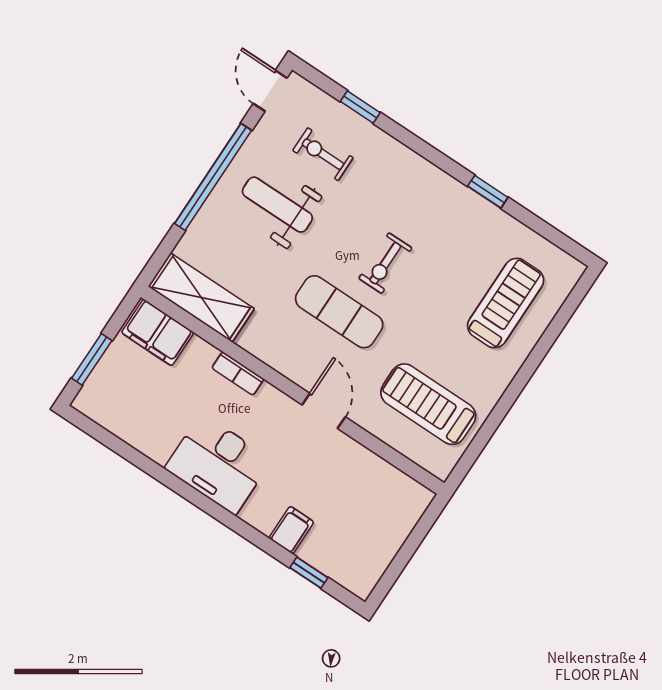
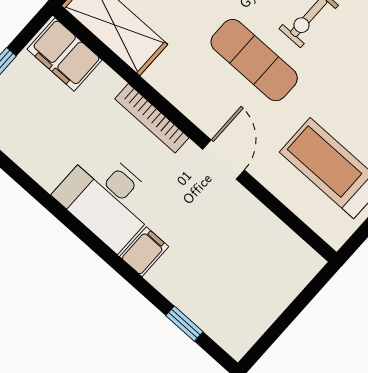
bookcase: (238, 373) -> (152, 118), width x1.56
filing cabinet: (291, 530) -> (144, 252), moved

